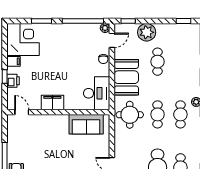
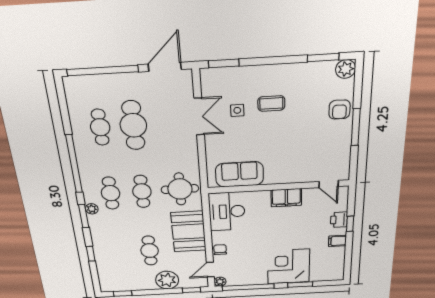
corner desk: (23, 39) -> (289, 266), moved, turned 90

